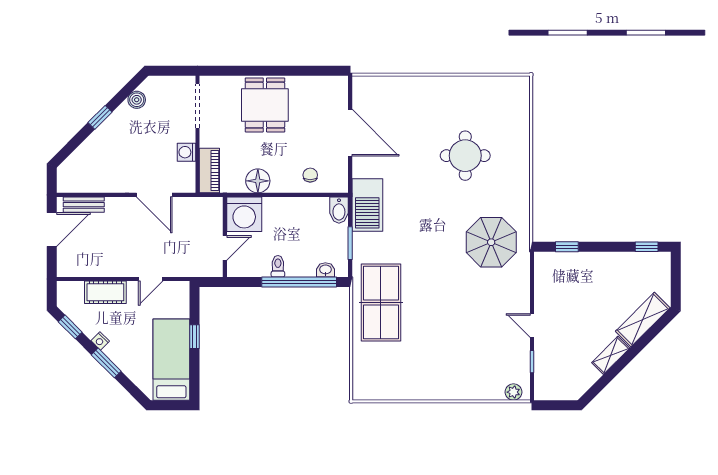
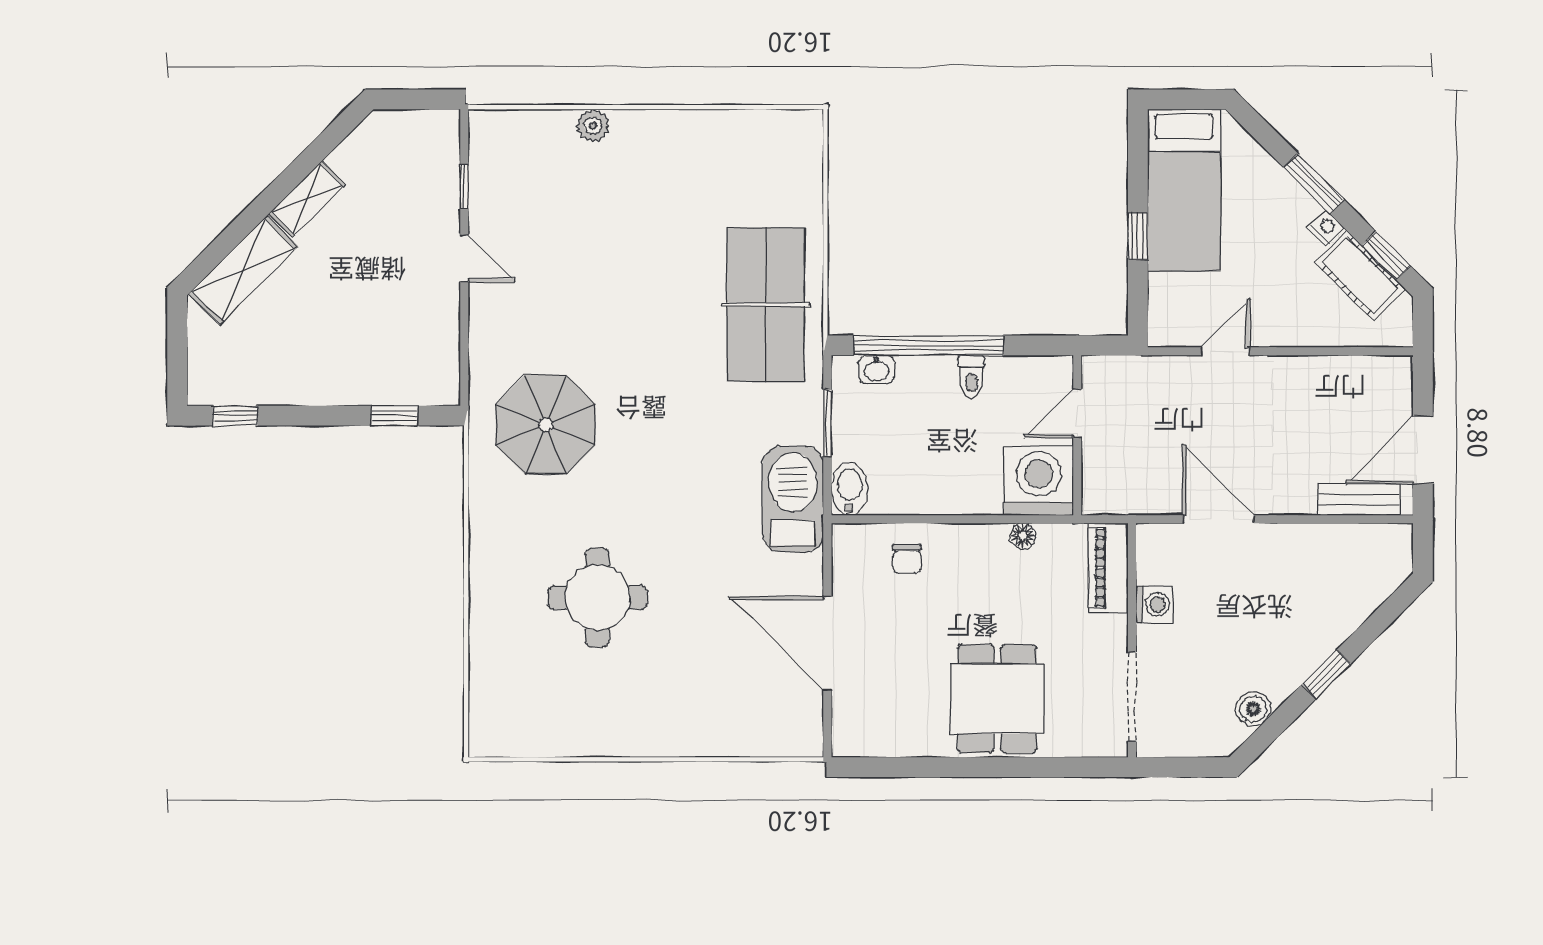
floor lamp: (258, 181) -> (1023, 536), width x0.53, depth x0.53
cot: (105, 292) -> (1360, 276), moved, turned 45
plant: (513, 392) -> (593, 126), moved

